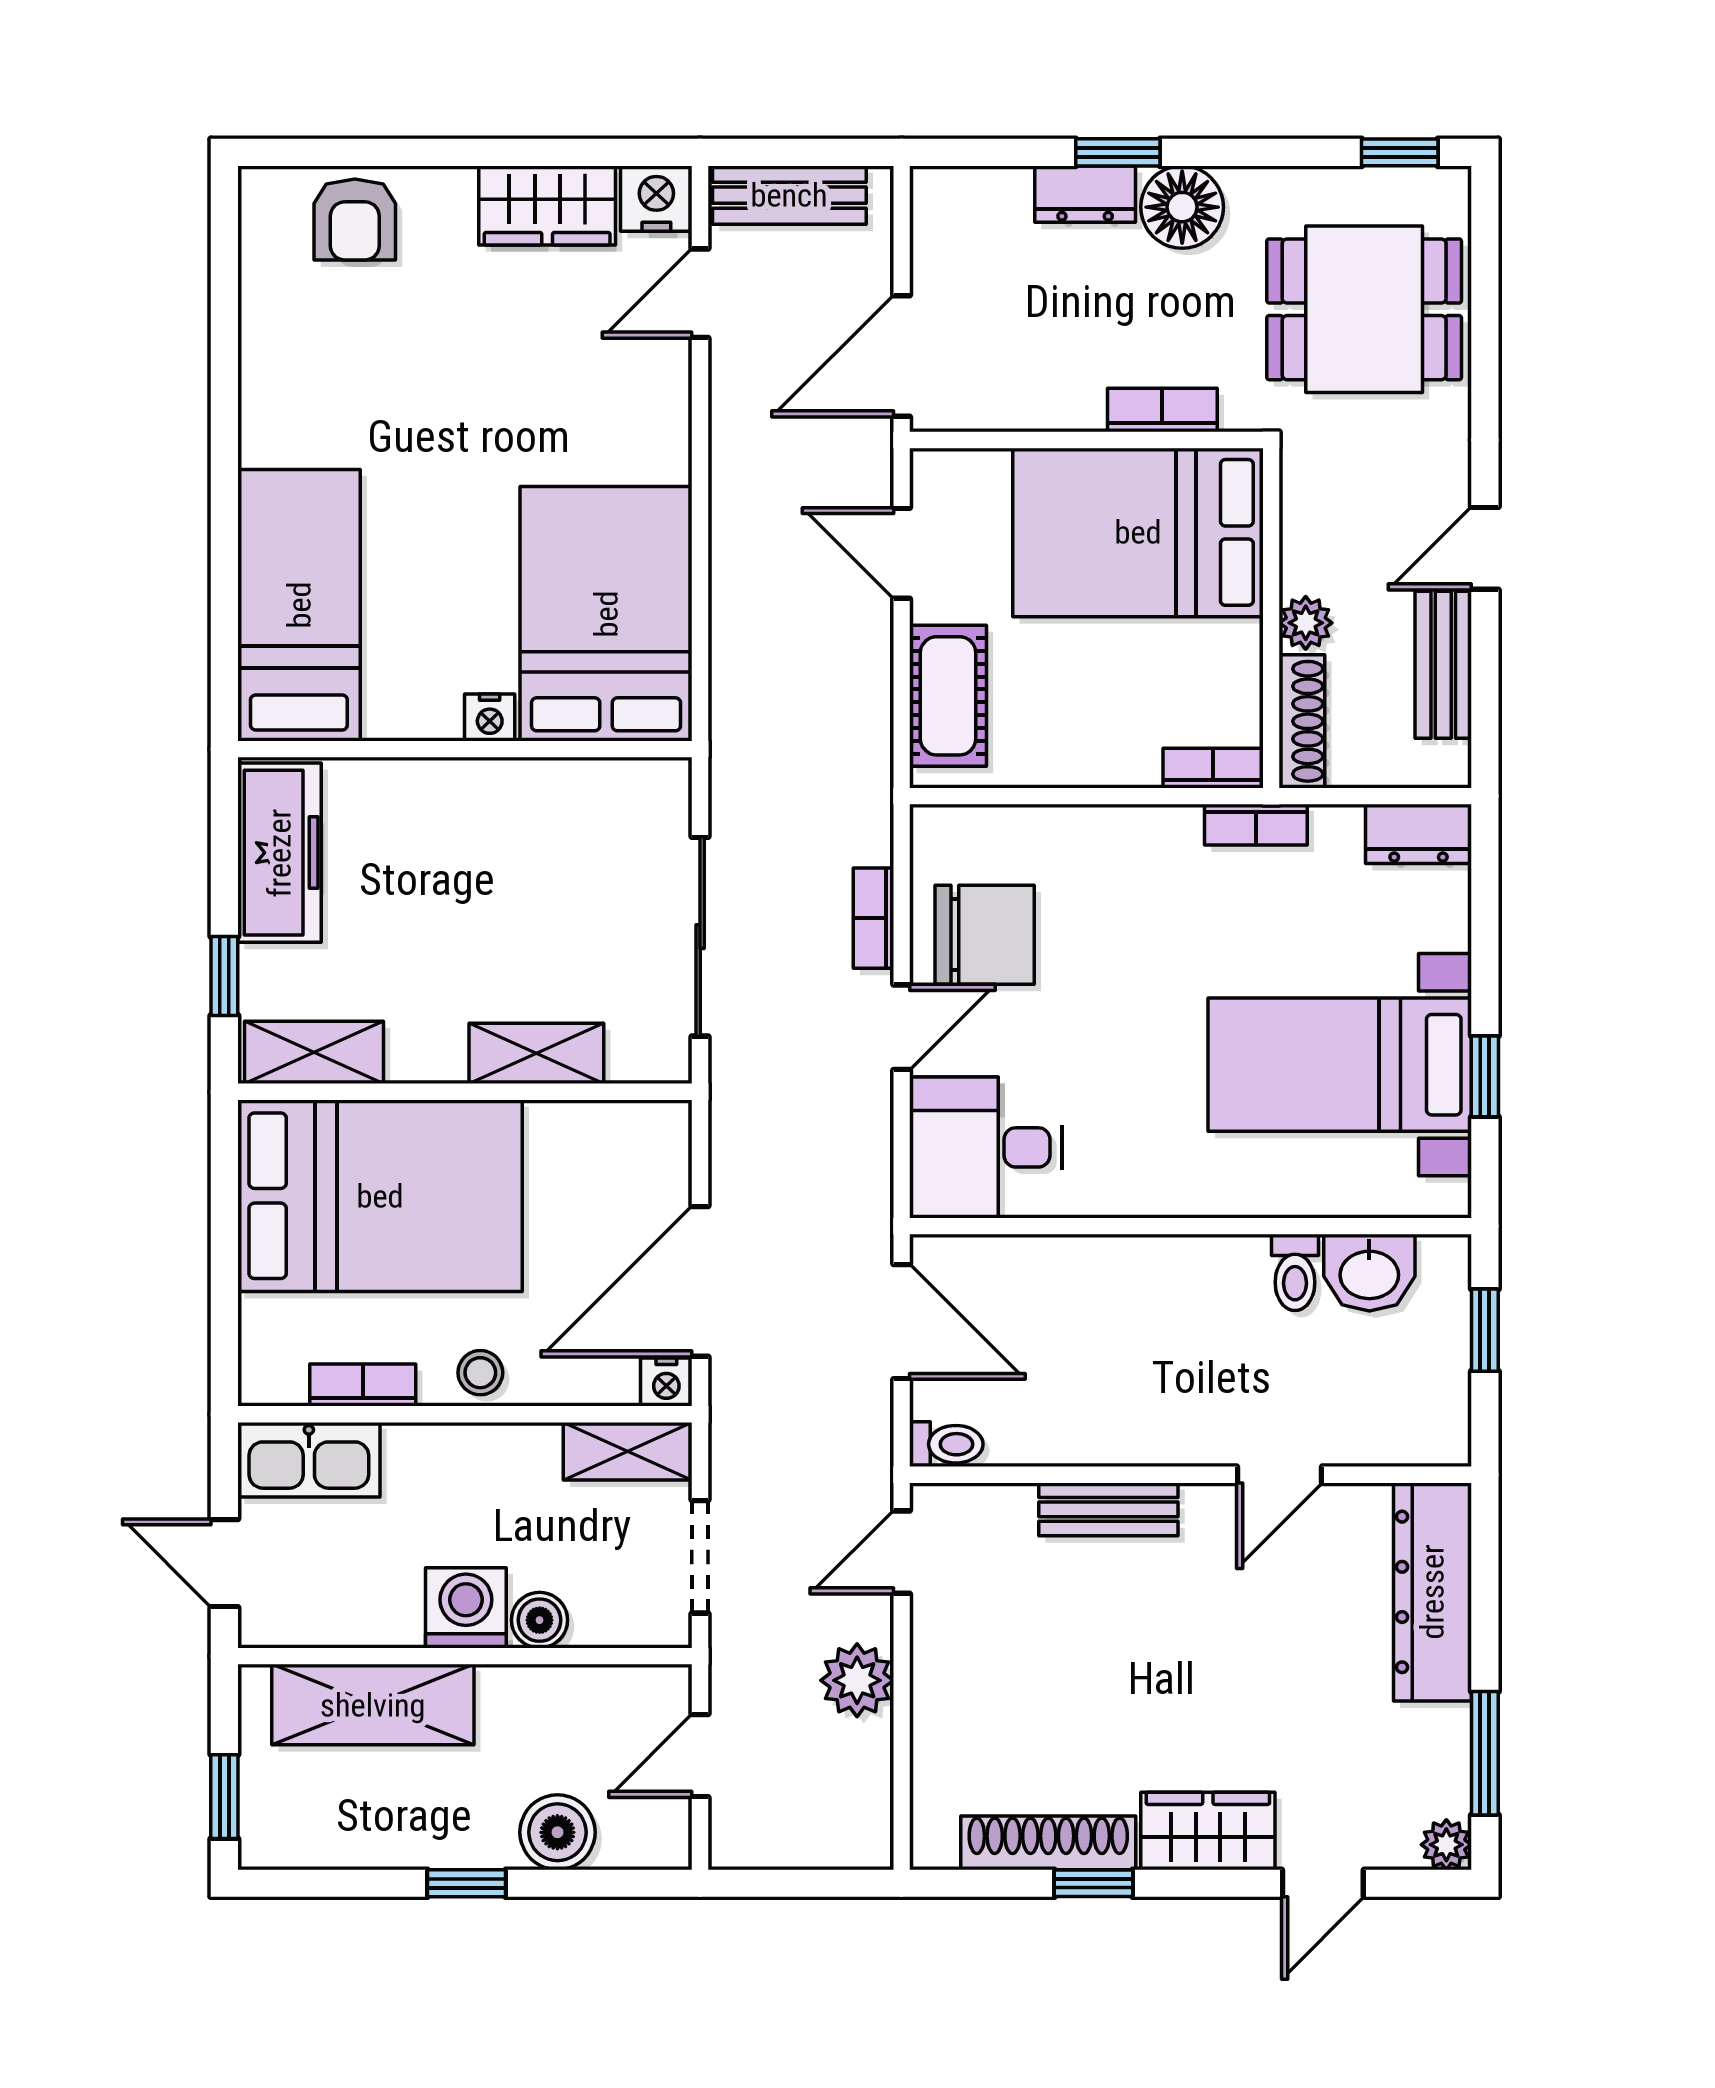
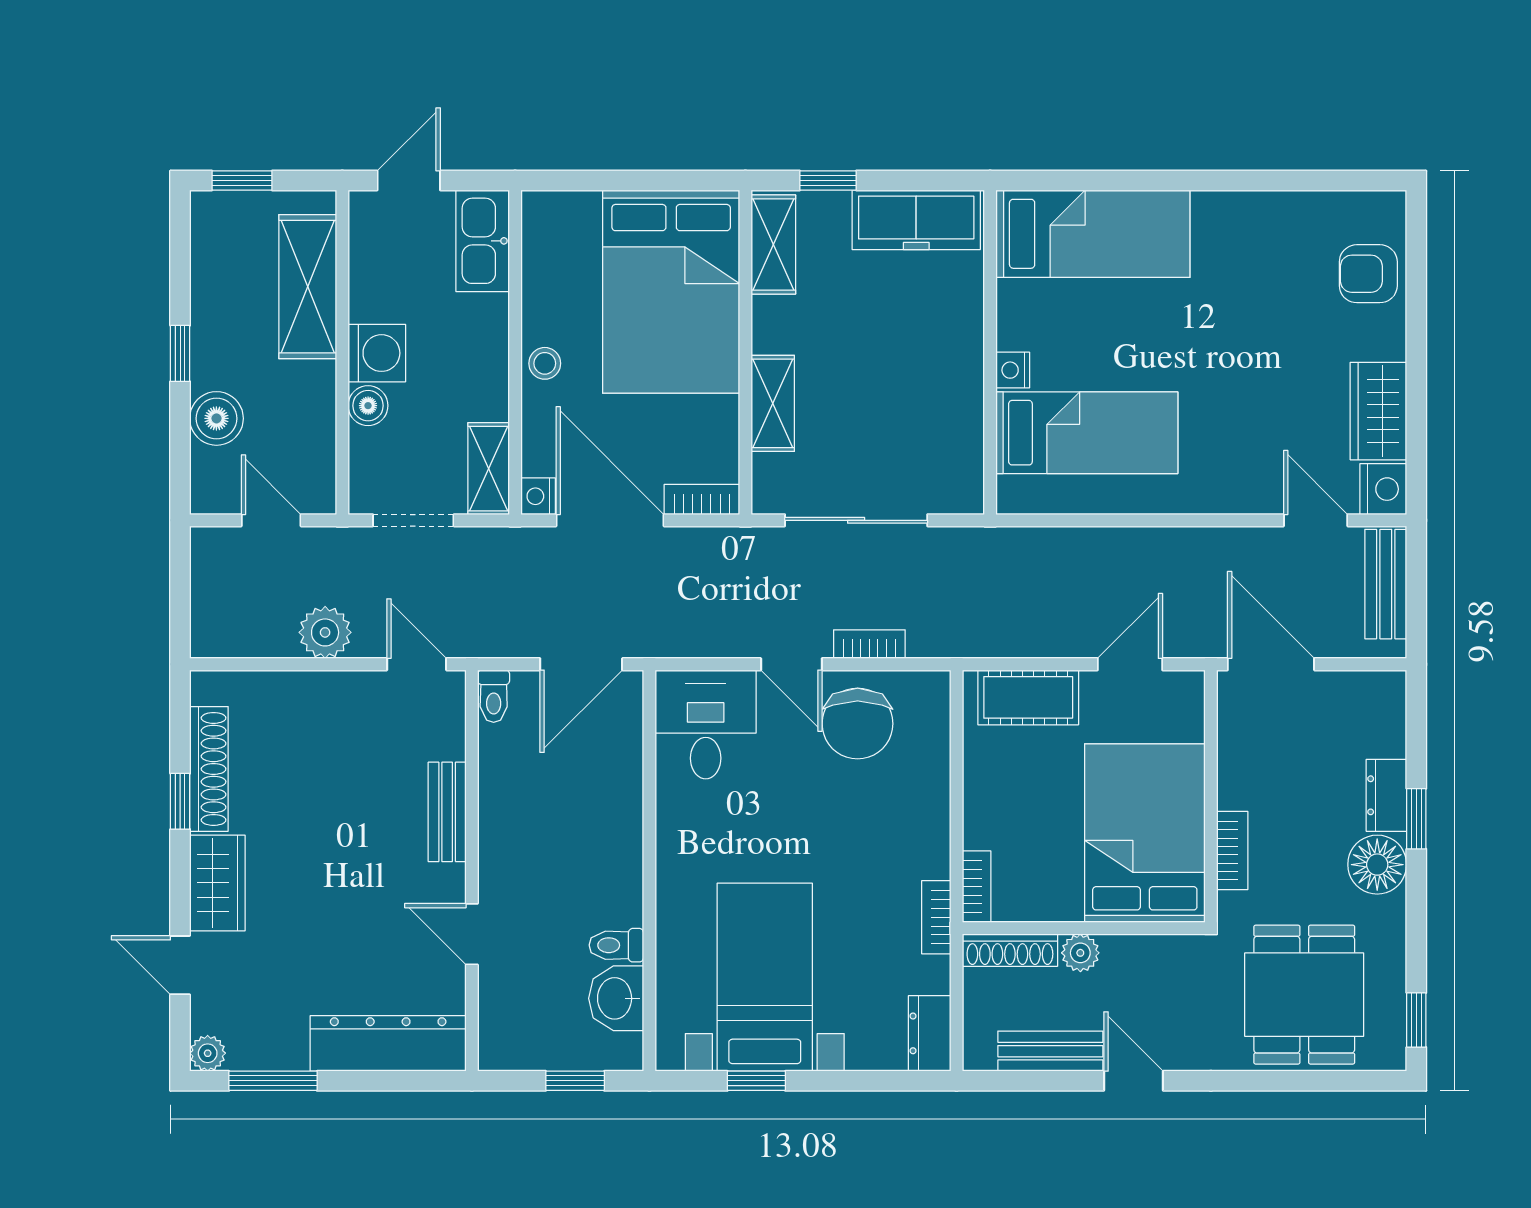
bed: (606, 614) -> (1087, 433), width x0.67
bookcase: (363, 1385) -> (702, 499), moved, turned -90

